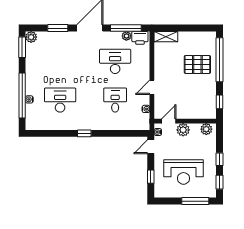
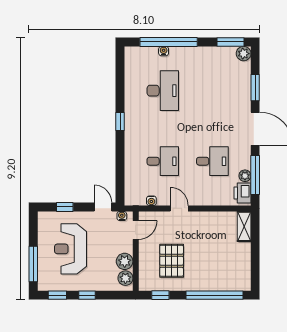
desk: (115, 61) -> (212, 161), width x0.73
pallet: (197, 64) -> (172, 261), moved
door: (169, 121) -> (136, 230), hinge flipped
plant: (183, 130) -> (125, 261), moved

